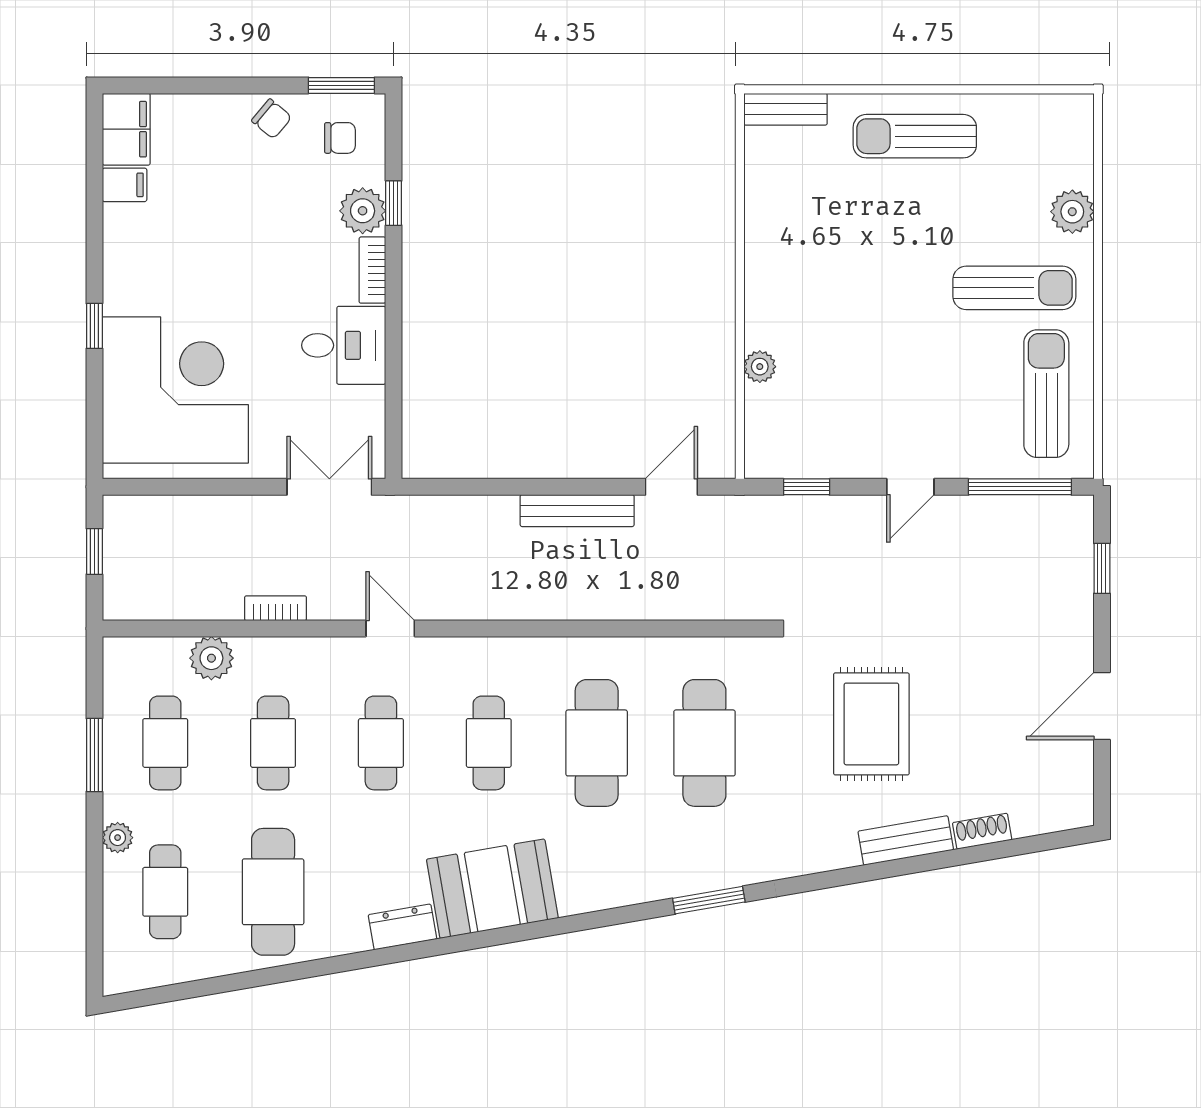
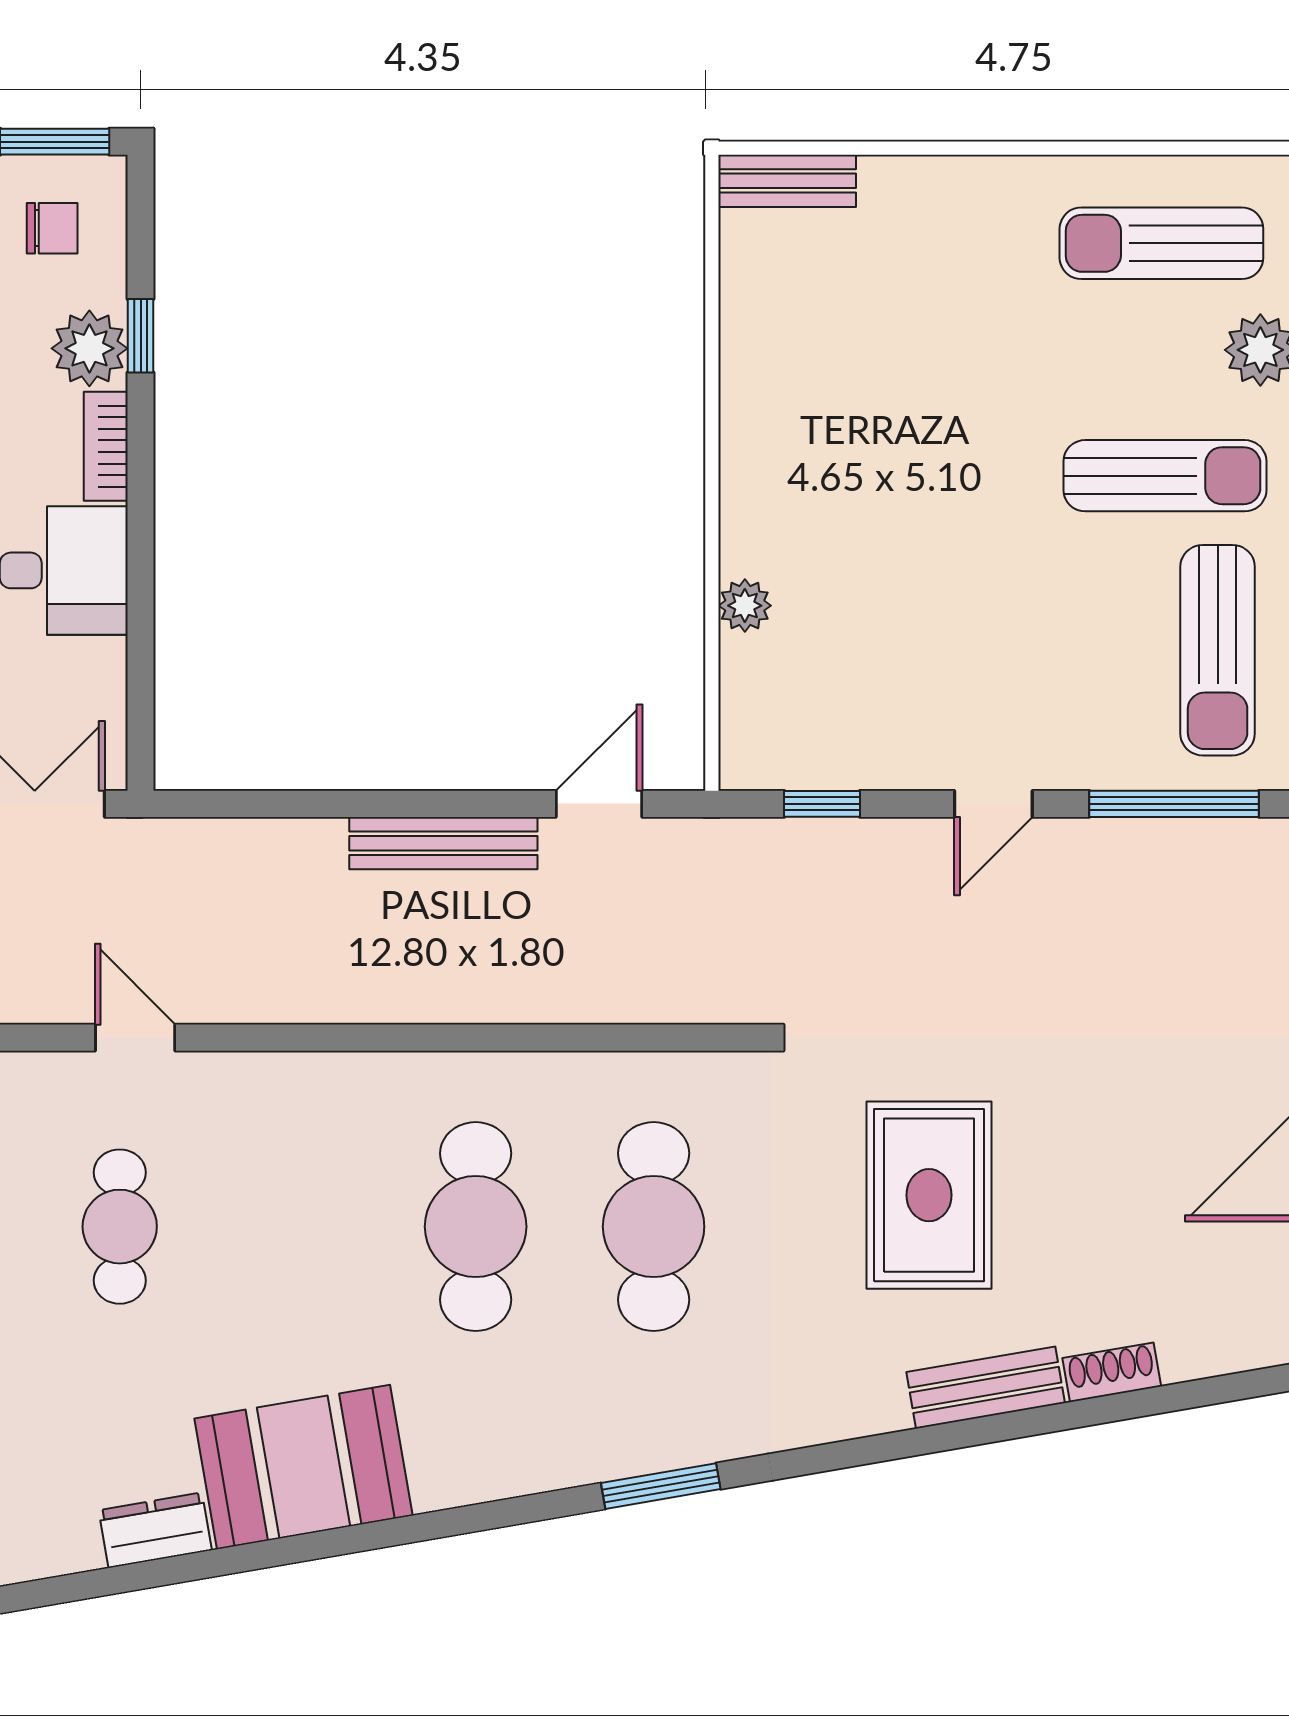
sun lounger: (915, 136) -> (1161, 243), moved
sun lounger: (1046, 394) -> (1218, 650), turned 180
cafe table: (489, 743) -> (298, 1227), removed

